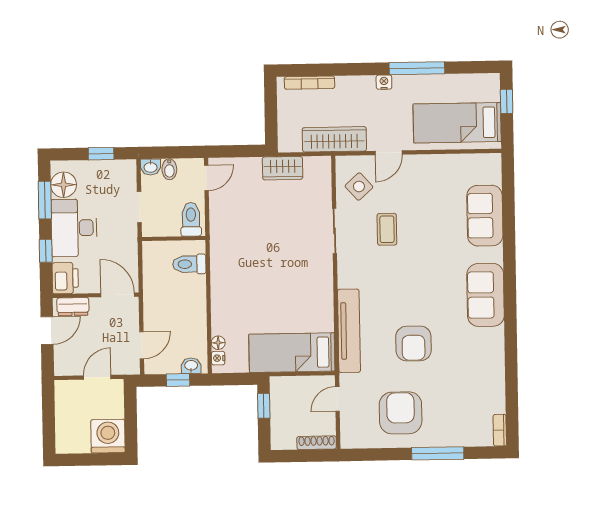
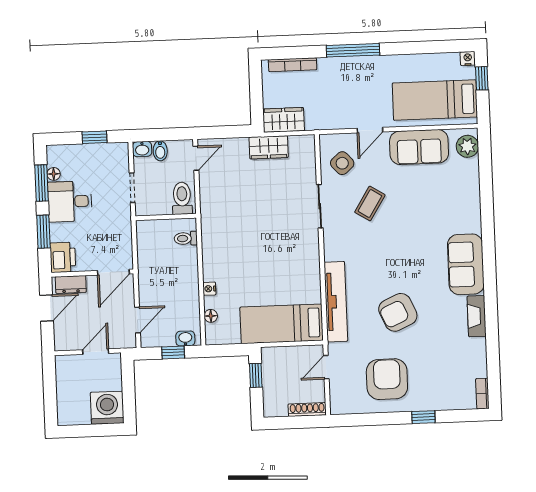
window: (417, 68) -> (353, 50), moved
nightstand: (384, 82) -> (468, 58), moved
wardrobe: (334, 139) -> (284, 120), moved, width x0.67
plant: (490, 172) -> (467, 146), added
floor lamp: (64, 185) -> (54, 174), width x0.53, depth x0.53
sofa: (485, 216) -> (419, 147), moved, turned -90
desk: (74, 228) -> (70, 201), width x0.73
coffee table: (387, 229) -> (370, 203), turned 32
window: (46, 251) -> (43, 232), width x1.50
toilet: (189, 264) -> (186, 238), width x0.73, depth x0.72
door: (118, 295) -> (113, 272), swing flipped
armchair: (413, 343) -> (398, 312), turned 66
fireplace: (496, 349) -> (477, 316), added
nightstand: (218, 358) -> (209, 289), moved
window: (438, 453) -> (423, 417), width x0.46

